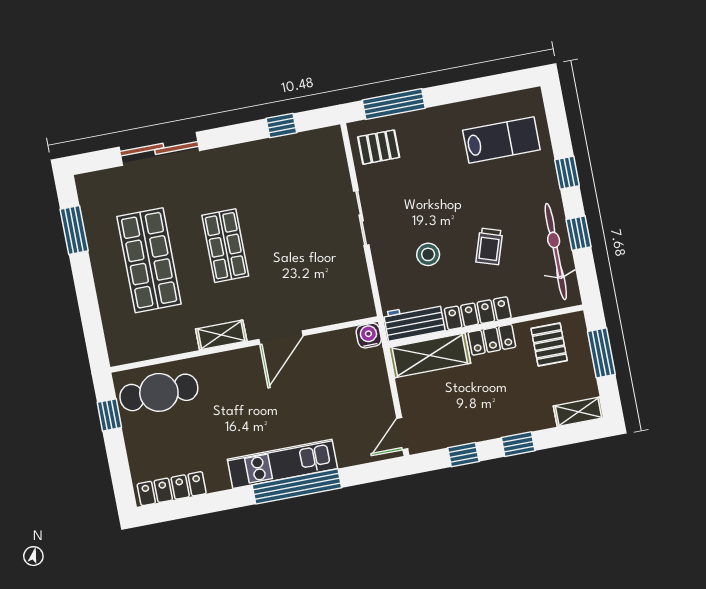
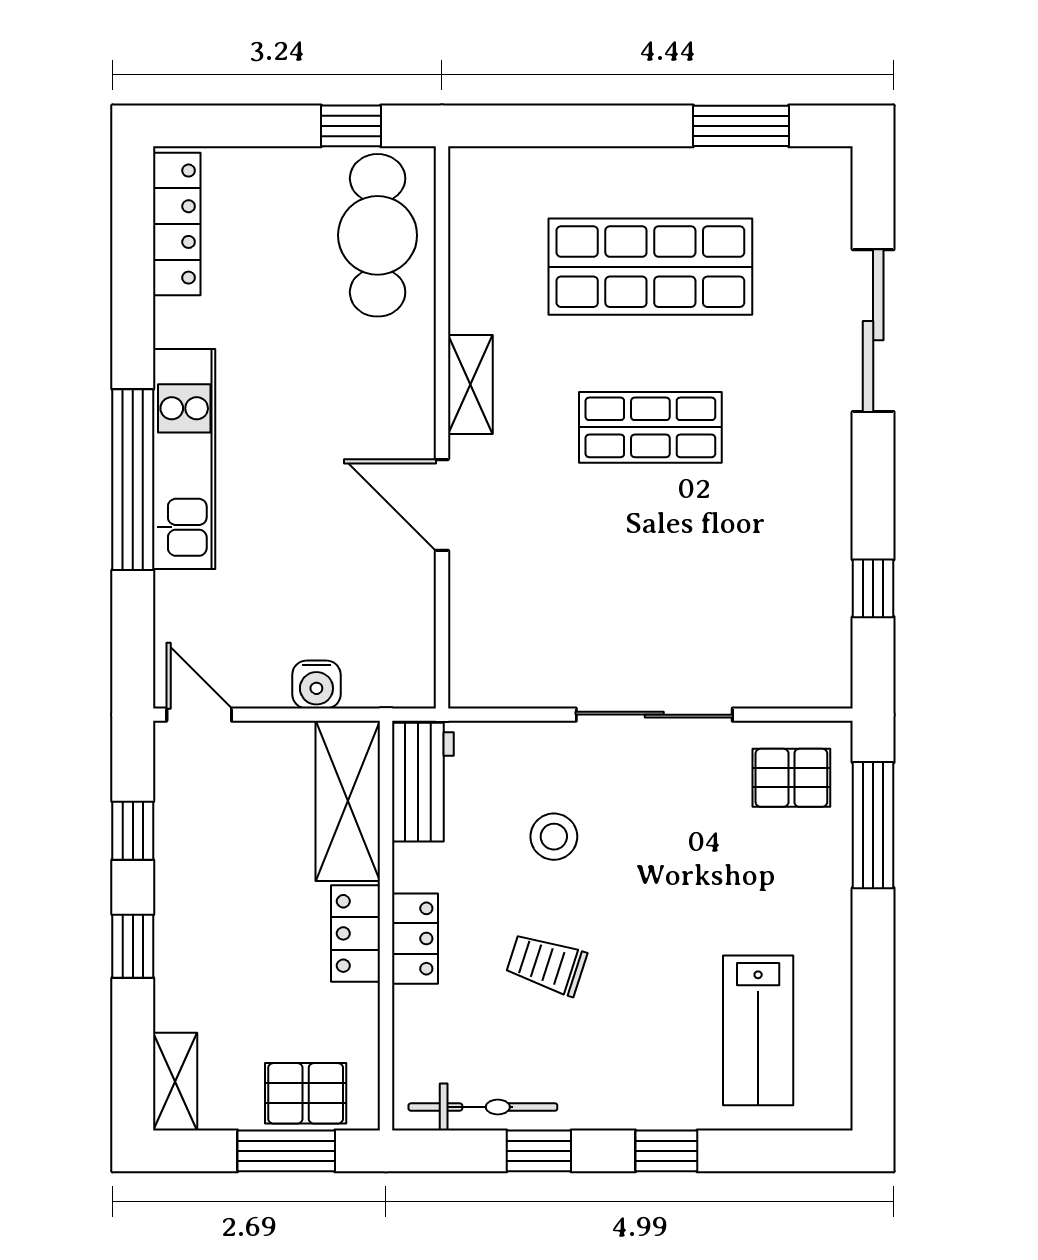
pallet: (379, 147) -> (791, 778), turned 90
sliding door: (361, 218) -> (654, 715), width x1.37
bicycle: (556, 252) -> (483, 1107), width x0.73, depth x0.71
locker: (478, 313) -> (415, 939), width x0.66
water cooler: (369, 336) -> (316, 684), moved, turned 90
pallet: (549, 344) -> (306, 1093), moved

